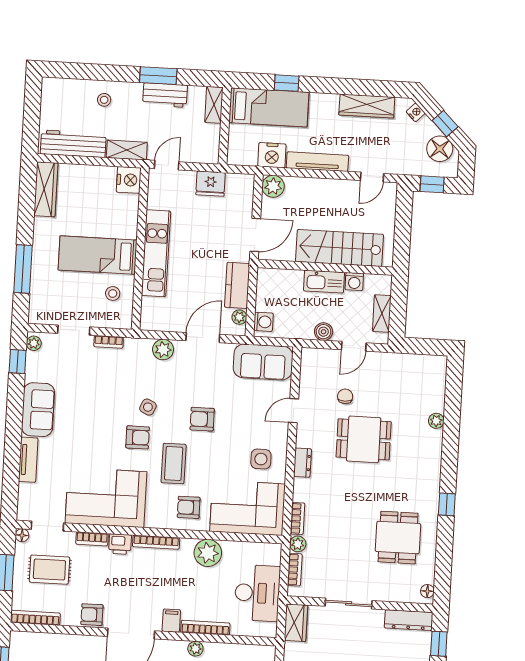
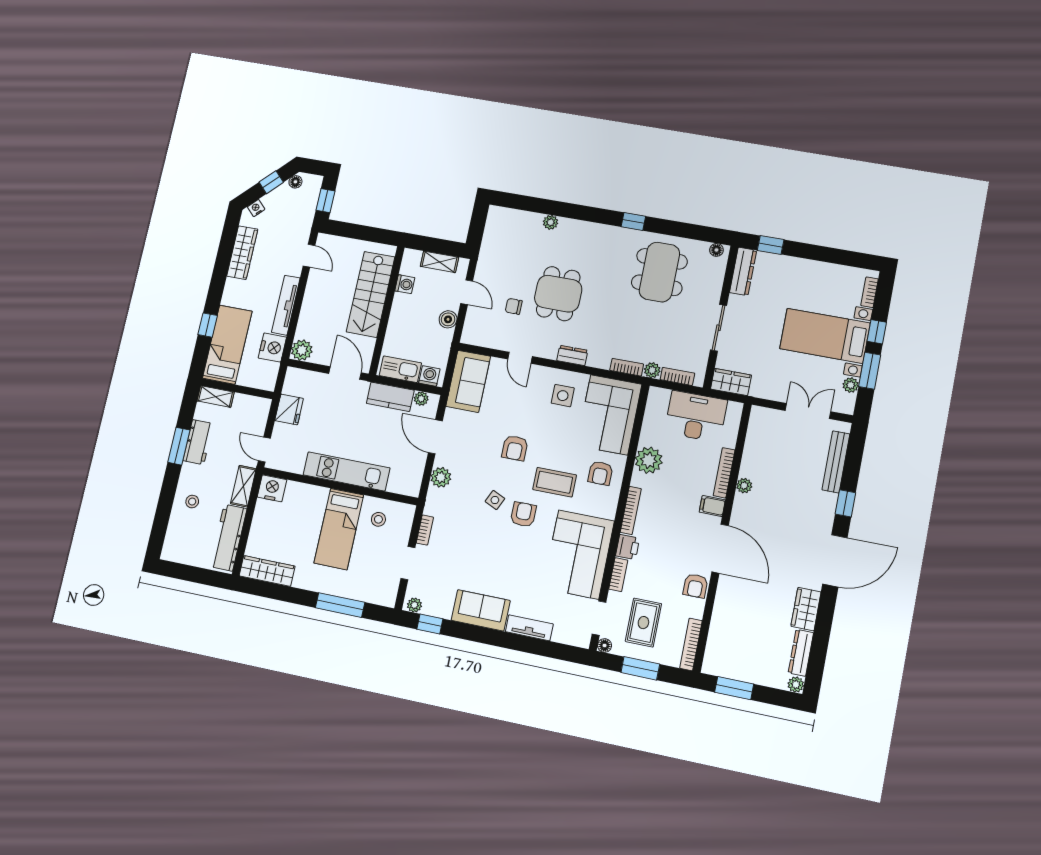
floor lamp: (440, 149) -> (295, 182), width x0.53, depth x0.53
kitchen sink: (324, 282) -> (400, 369), moved, turned -90
dining table: (398, 538) -> (659, 272), width x1.38

